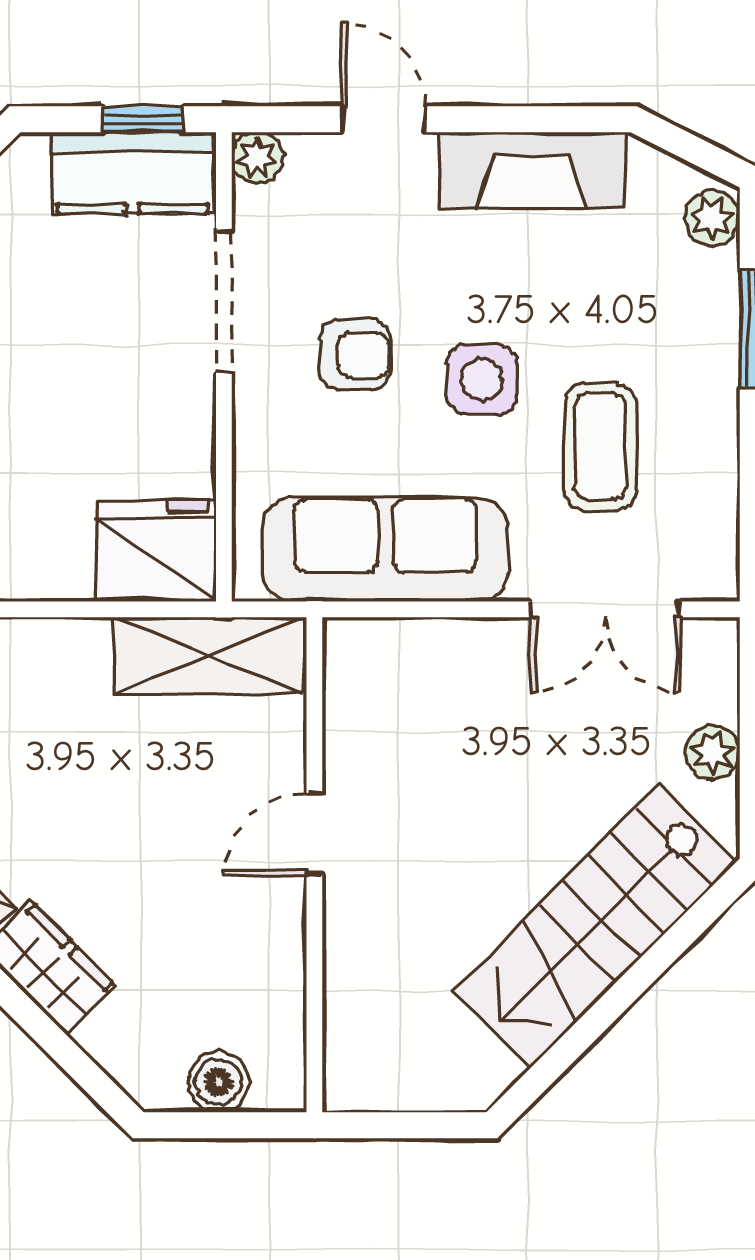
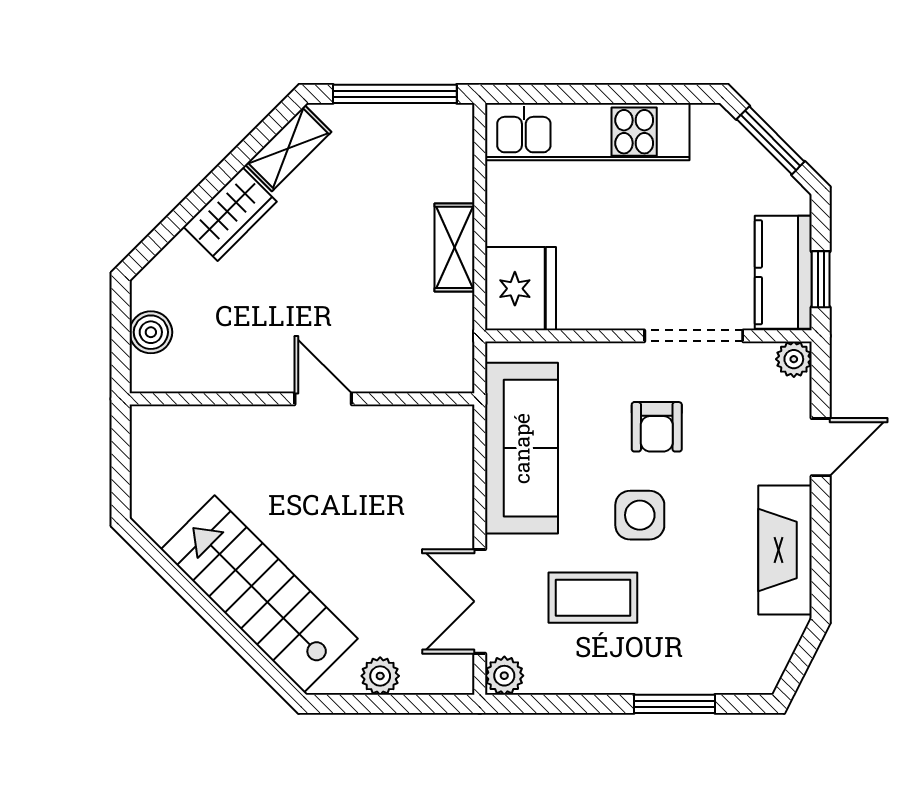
plant: (712, 218) -> (504, 676), moved
shelving: (209, 655) -> (454, 247), moved, width x0.67, depth x0.75

